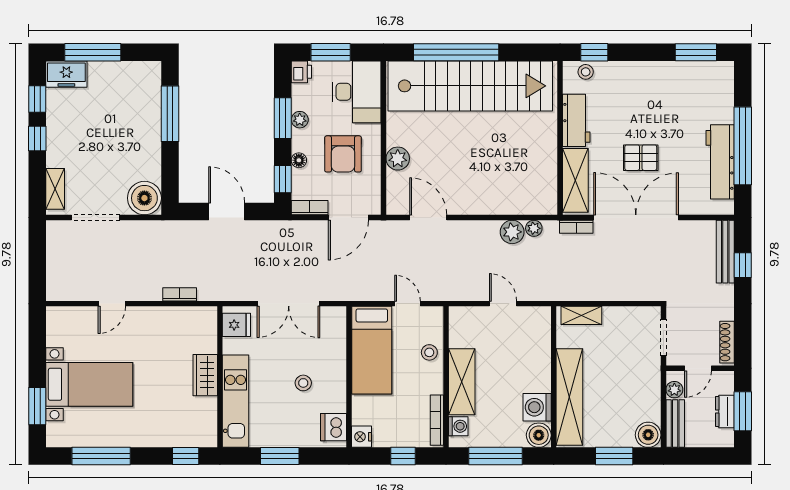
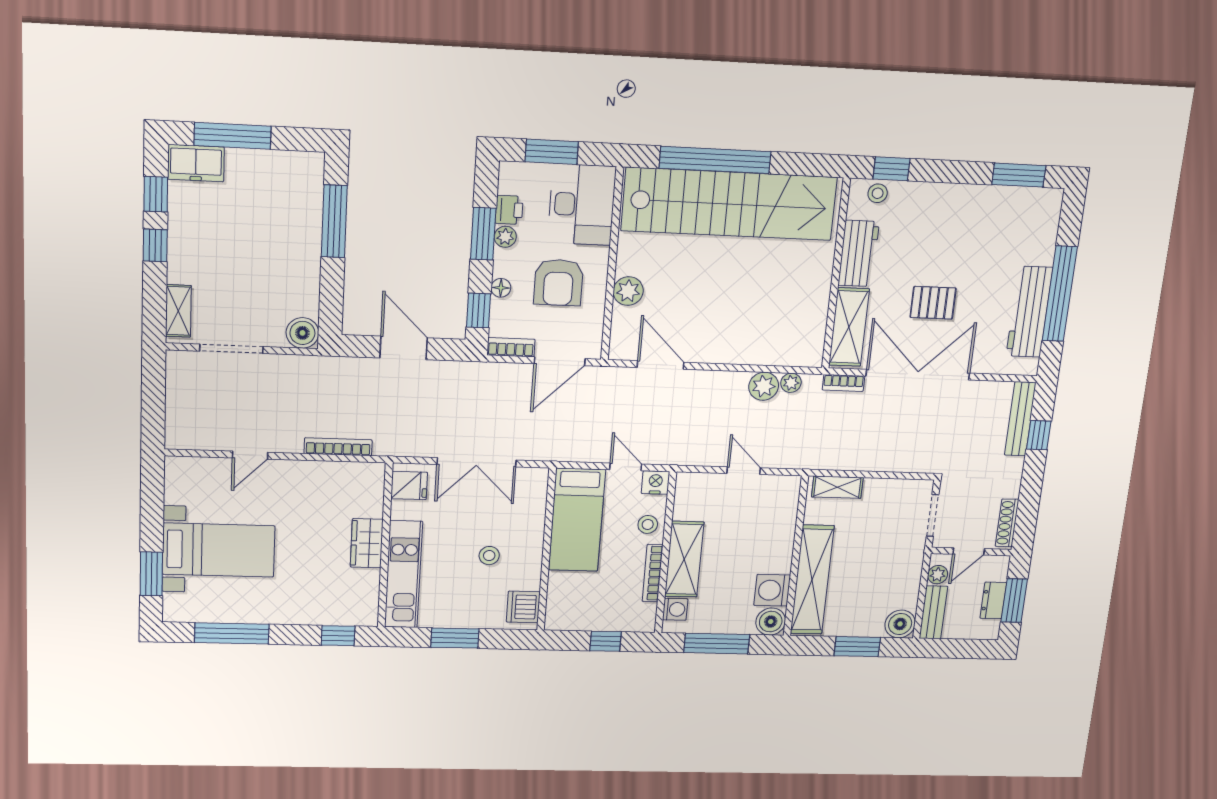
printer: (301, 72) -> (509, 210), moved
boiler: (144, 198) -> (302, 333), width x0.73, depth x0.73
bookcase: (180, 294) -> (338, 447), width x1.56
bookcase: (437, 420) -> (653, 573), moved
nightstand: (362, 437) -> (656, 483), moved, turned 90

